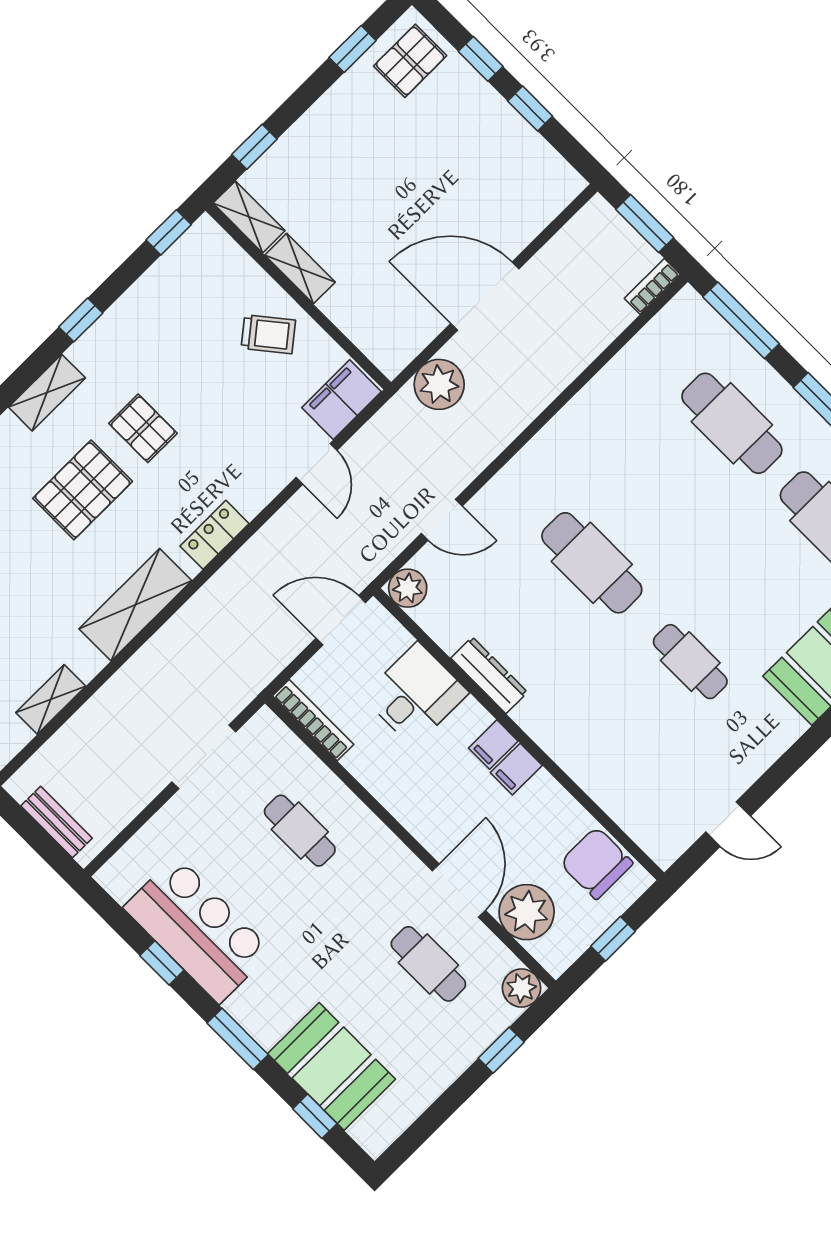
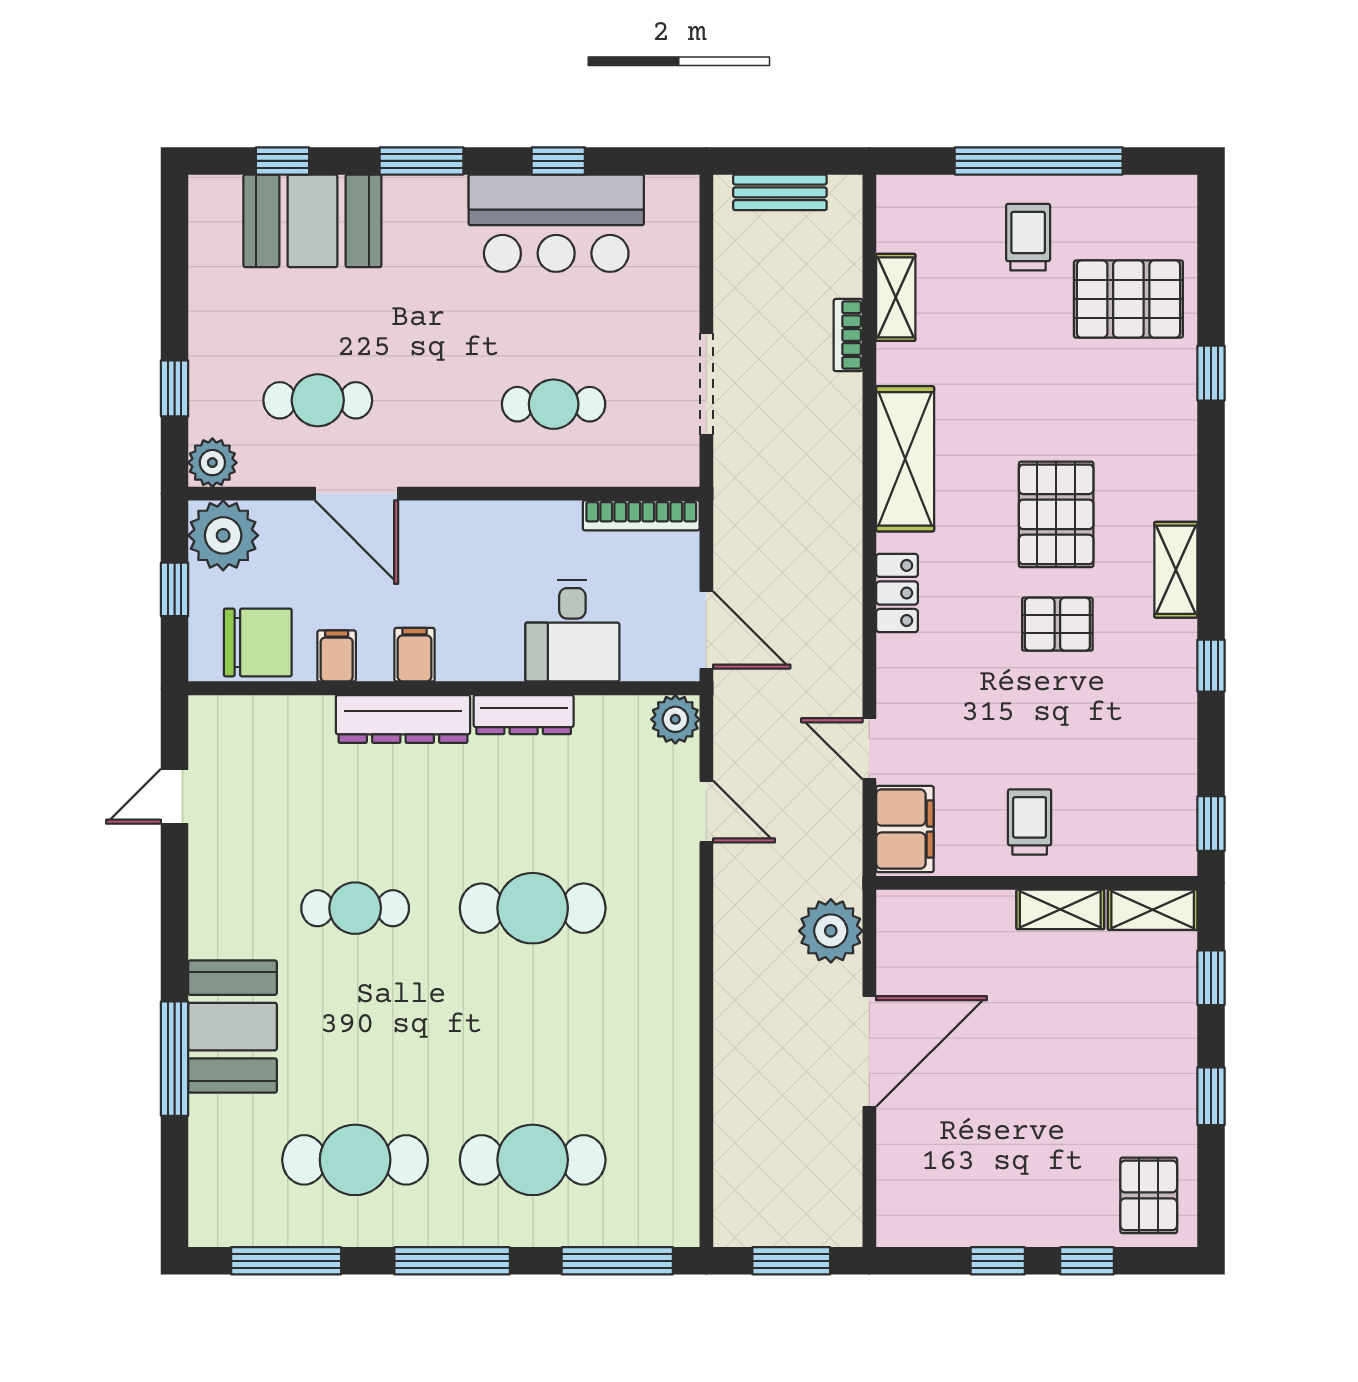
window: (353, 49) -> (1211, 1096), moved
bookcase: (652, 286) -> (848, 335), moved, turned 180
trolley: (268, 334) -> (1030, 822), turned 129
door: (442, 520) -> (706, 812), swing flipped
door: (341, 620) -> (706, 630), hinge flipped
dresser: (558, 740) -> (403, 719), added
filing cabinet: (493, 745) -> (337, 656), moved
plant: (527, 912) -> (223, 535), moved

